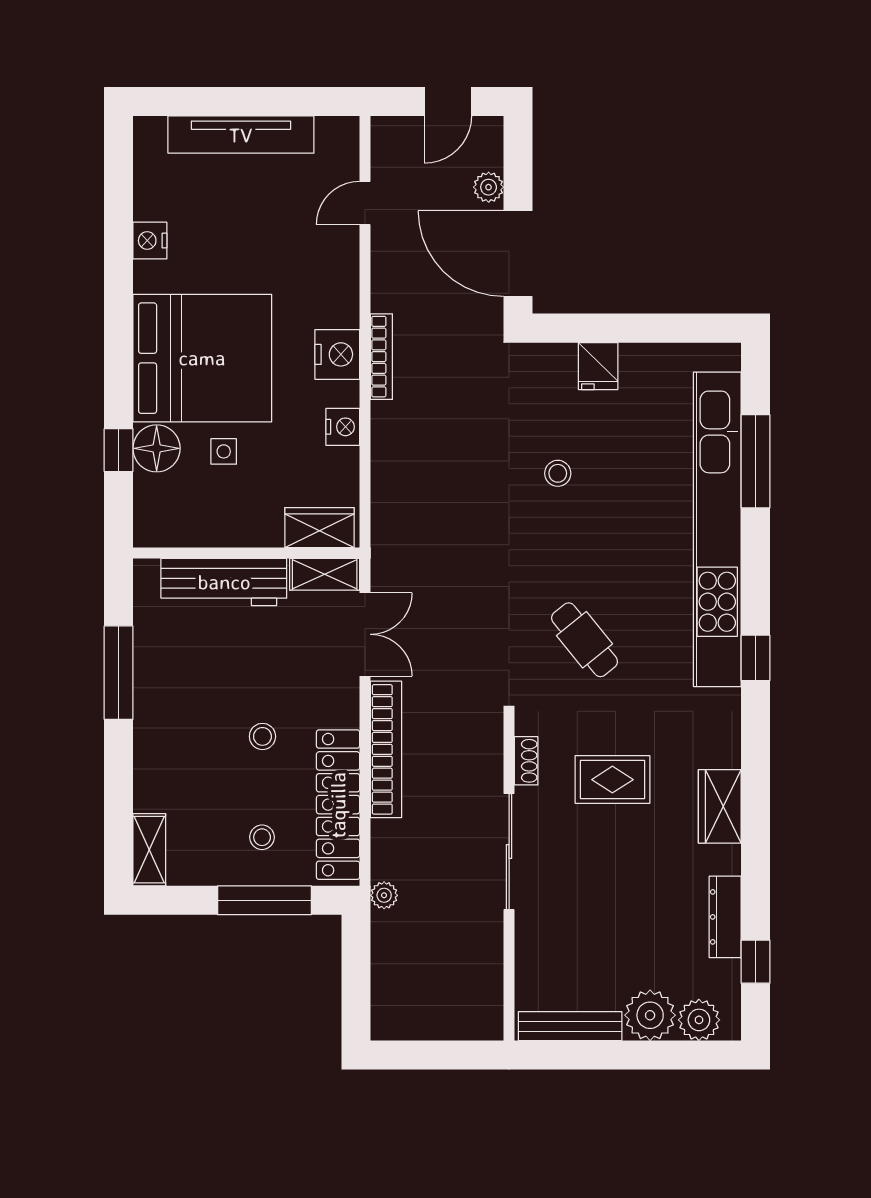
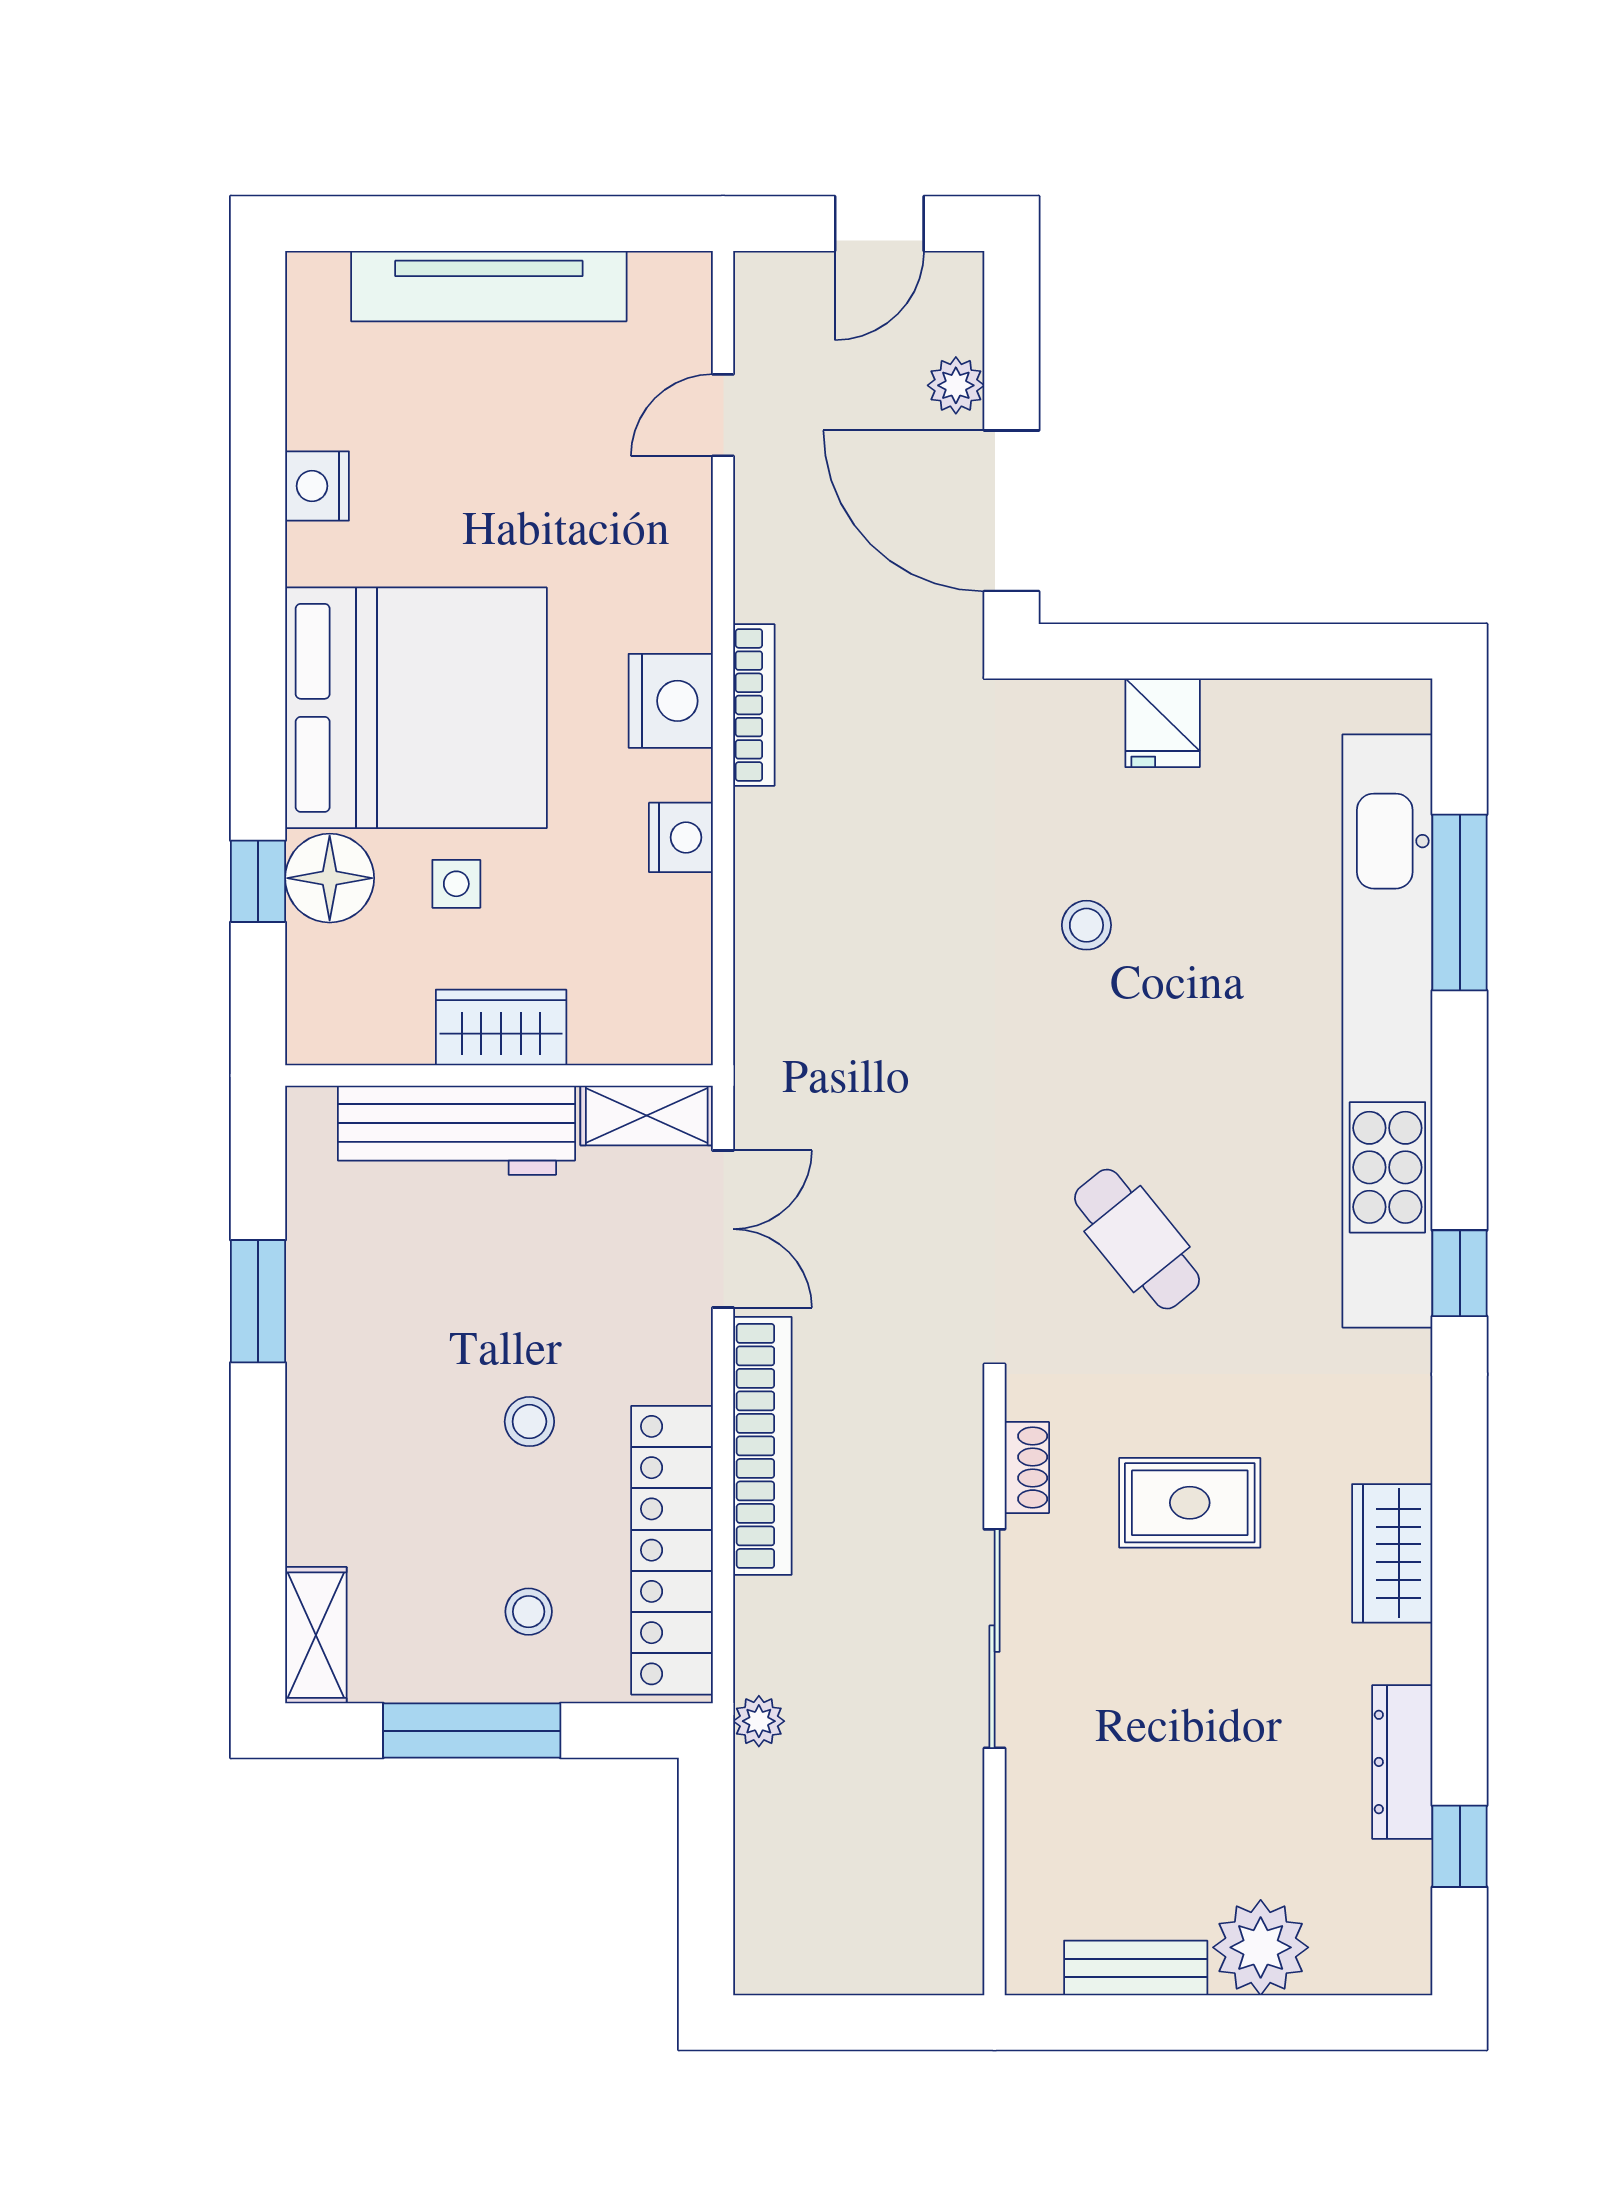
wardrobe: (319, 528) -> (501, 1027), moved
window: (119, 673) -> (258, 1301), width x0.69
window: (265, 900) -> (472, 1731), moved
plant: (699, 1020) -> (1353, 1956), removed
bench: (570, 1026) -> (1136, 1968), width x0.73

